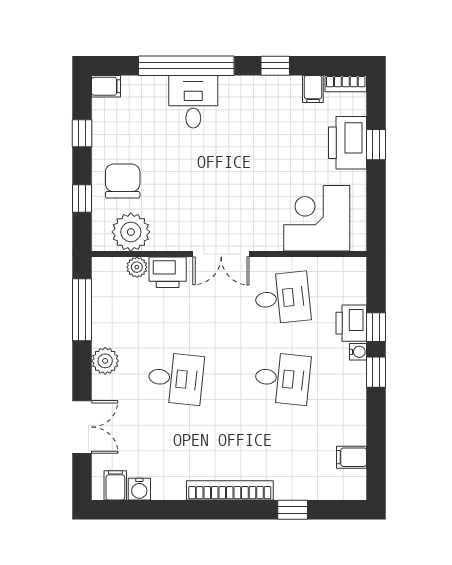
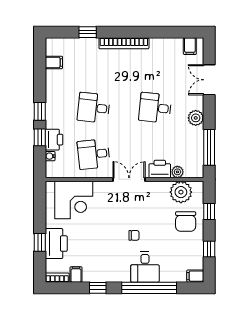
chair: (212, 157) -> (134, 235), added
water cooler: (358, 352) -> (50, 156), moved
water cooler: (139, 489) -> (176, 44), removed

